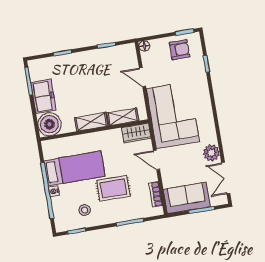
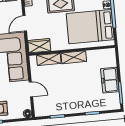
boiler: (50, 124) -> (107, 58), removed
door: (156, 160) -> (25, 23), swing flipped
bed: (74, 168) -> (90, 27), width x1.50

